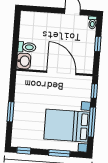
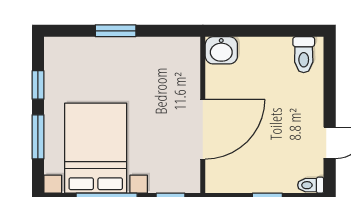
toilet: (27, 47) -> (304, 55), moved
window: (24, 151) -> (38, 85), moved

